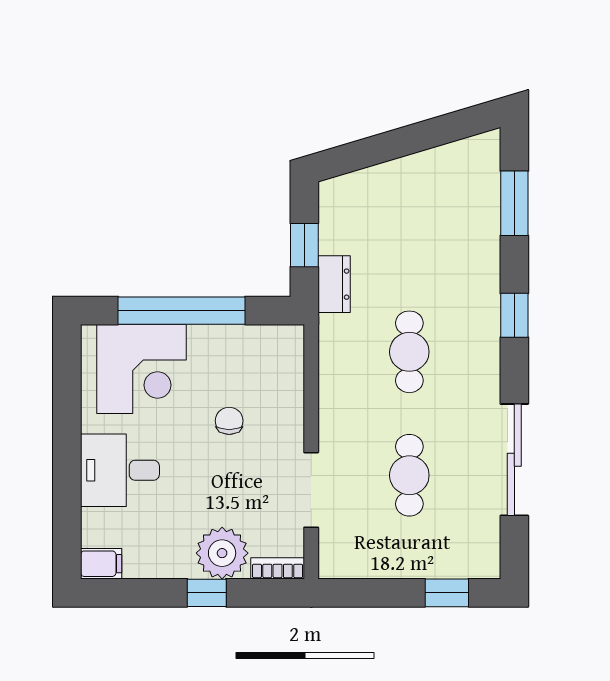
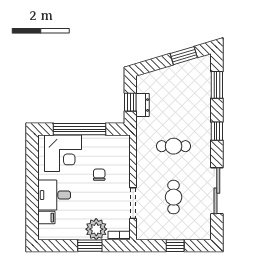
window: (434, 132) -> (184, 56), added
dresser: (334, 284) -> (142, 105), moved
cafe table: (409, 352) -> (174, 146), turned 90
filing cabinet: (101, 564) -> (46, 218), moved
window: (207, 593) -> (90, 246), width x1.50
window: (447, 593) -> (175, 246), moved

